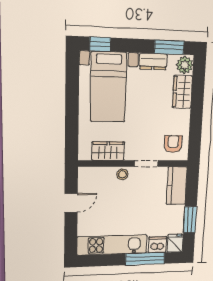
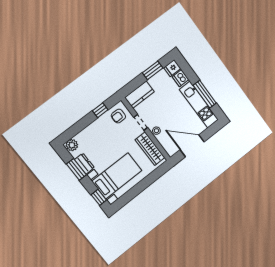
window: (169, 47) -> (76, 169), moved
wardrobe: (182, 92) -> (87, 134), removed
window: (195, 129) -> (100, 110), added
wardrobe: (108, 151) -> (150, 149), width x1.50
door: (71, 203) -> (192, 146), width x1.88
window: (145, 259) -> (205, 94), moved

